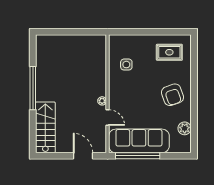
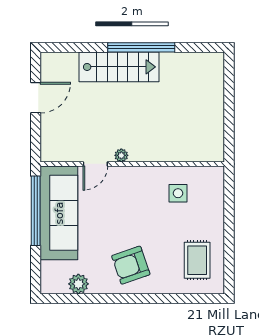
stairs: (45, 127) -> (119, 67), moved
door: (83, 156) -> (36, 98), moved

